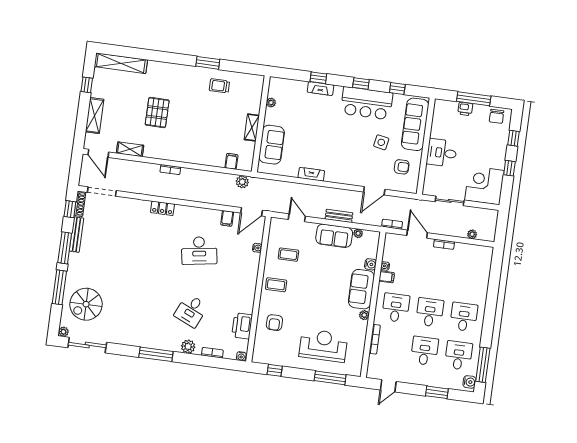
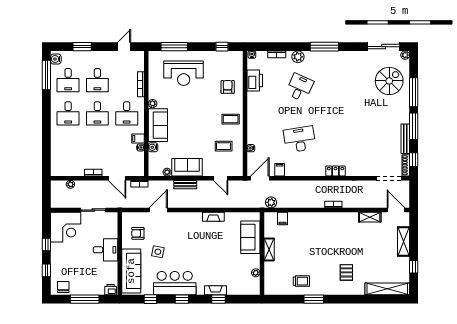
printer: (465, 109) -> (111, 290), moved
pallet: (157, 113) -> (346, 272), moved, width x0.67, depth x0.71

